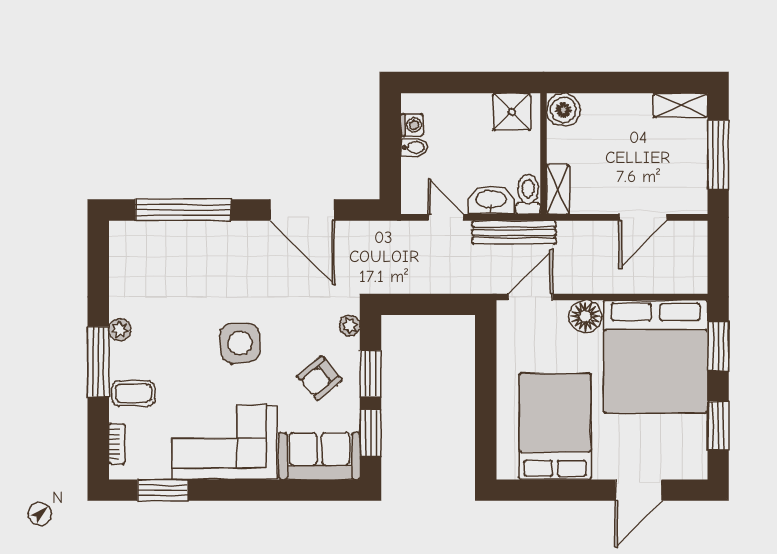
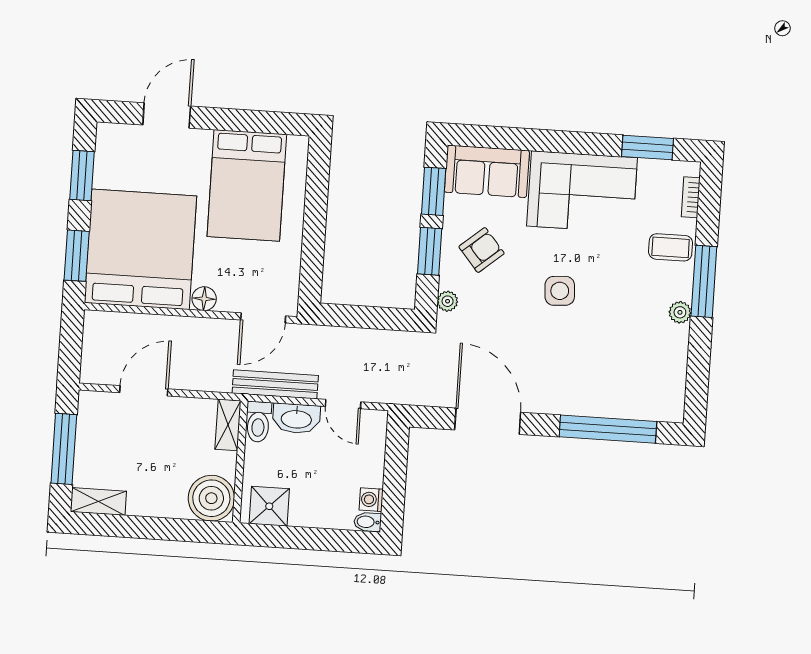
boiler: (563, 110) -> (211, 498), width x1.37, depth x1.37
bidet: (414, 147) -> (368, 522), moved
floor lamp: (585, 316) -> (204, 299), width x0.73, depth x0.73
side table: (240, 343) -> (560, 291), width x0.73, depth x0.73

